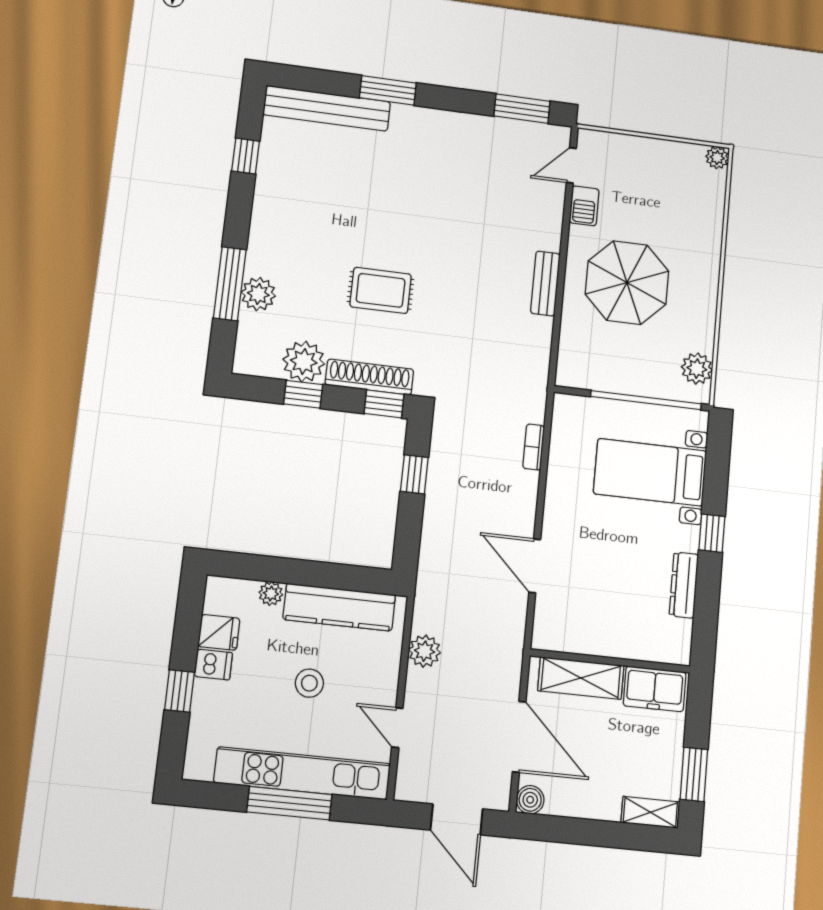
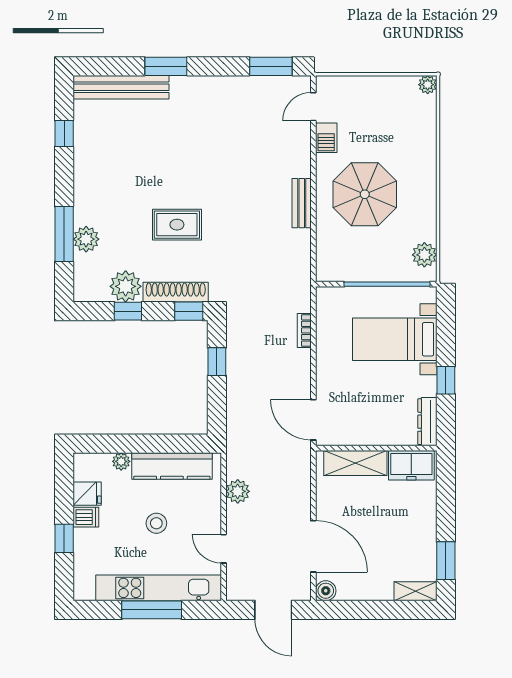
wall: (610, 661) -> (376, 448), moved
shelving: (581, 678) -> (355, 463), moved
freezer: (655, 689) -> (411, 465), moved

